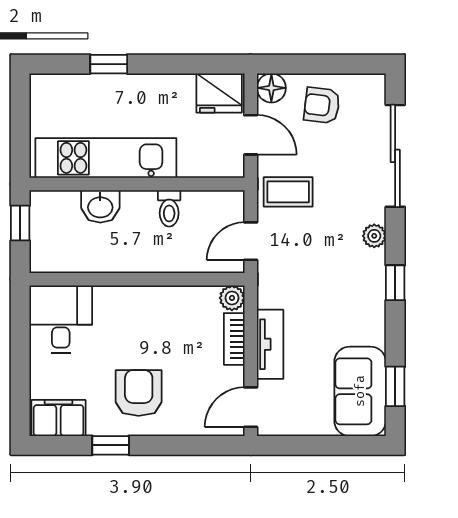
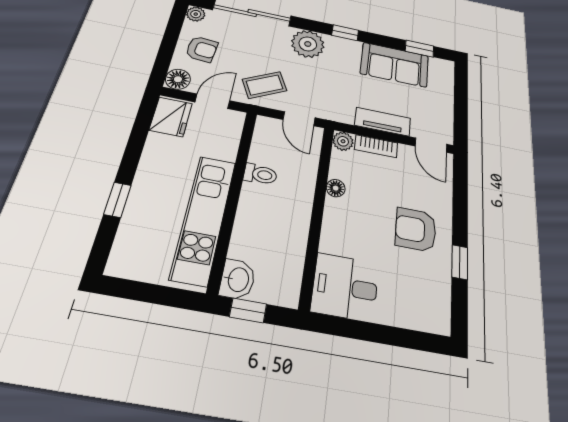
plant: (374, 85) -> (196, 14), added
armchair: (322, 105) -> (202, 49), turned -92
coffee table: (288, 192) -> (265, 85), turned 63
washbasin: (100, 206) -> (238, 279), moved
plant: (374, 236) -> (308, 44), width x1.88, depth x1.88
floor lamp: (170, 296) -> (336, 188), added
sofa: (360, 391) -> (395, 65), moved
filing cabinet: (59, 418) -> (435, 305), removed

